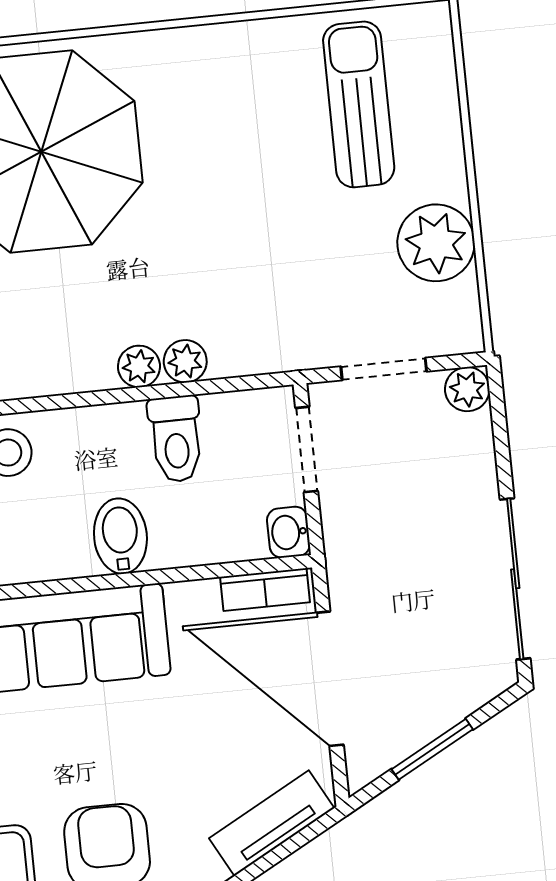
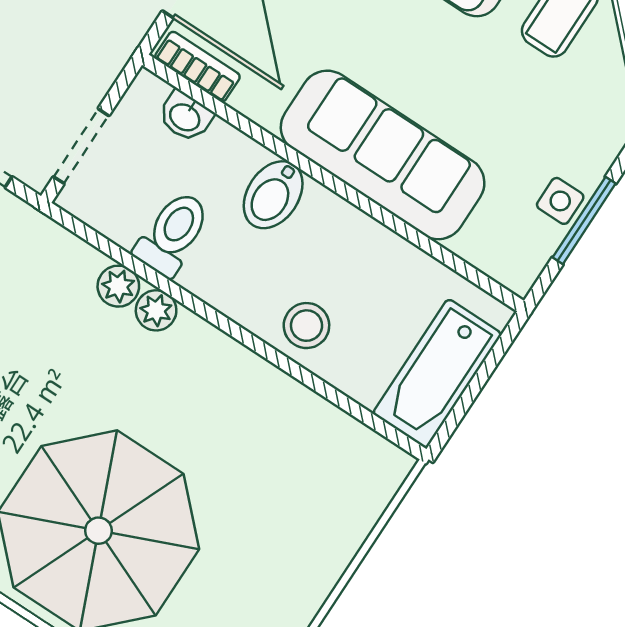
washbasin: (288, 532) -> (185, 116), moved, turned 90

